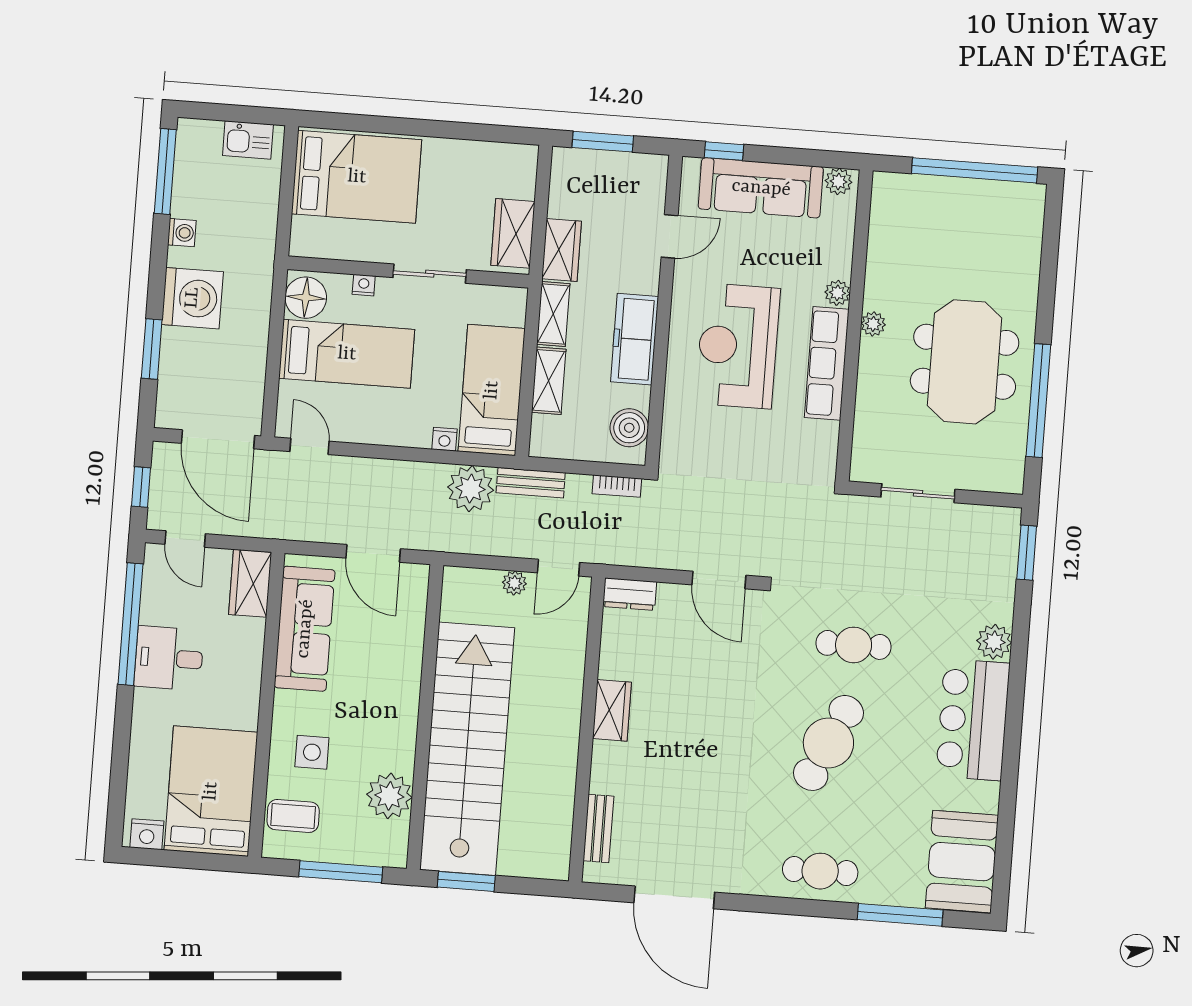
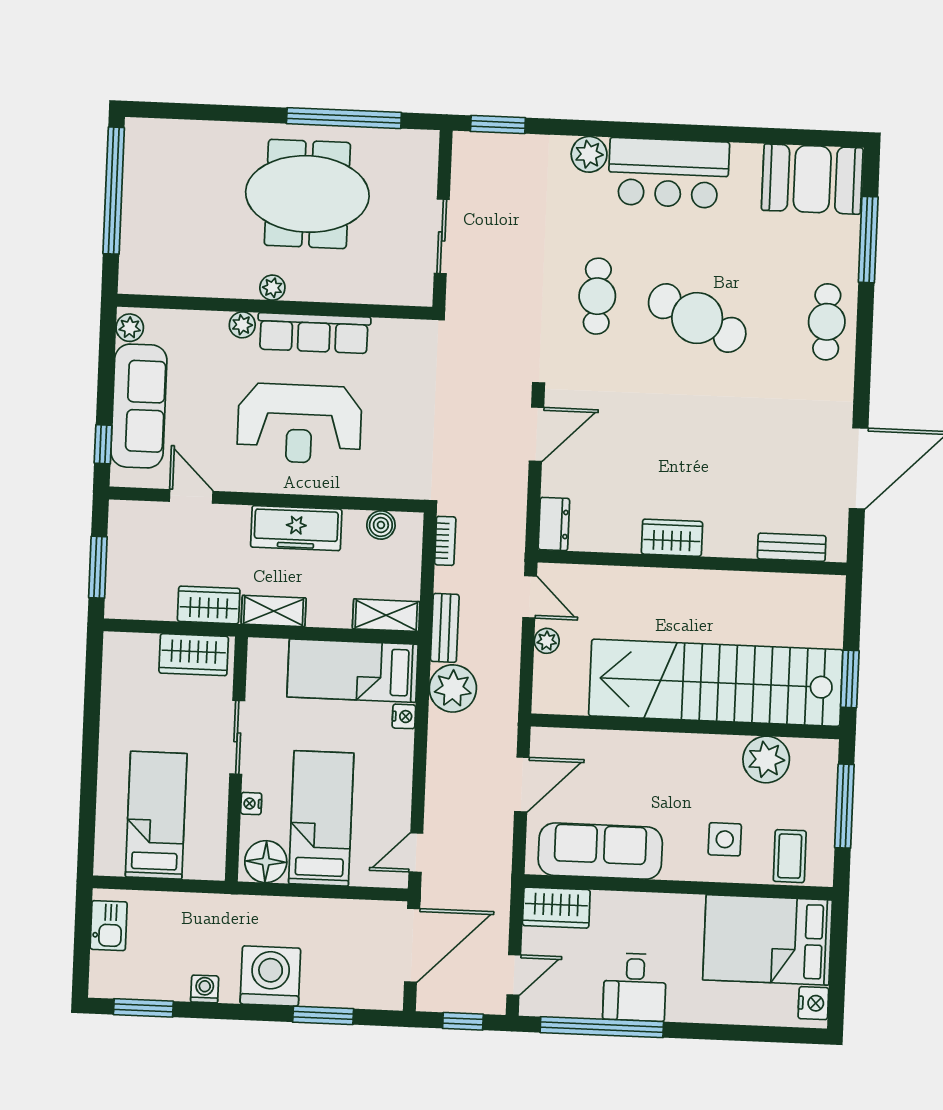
window: (165, 171) -> (143, 1008), width x0.69
bed: (357, 177) -> (156, 815), width x0.67
shelving: (549, 381) -> (386, 615), moved
boiler: (629, 428) -> (381, 525), width x0.73, depth x0.73

